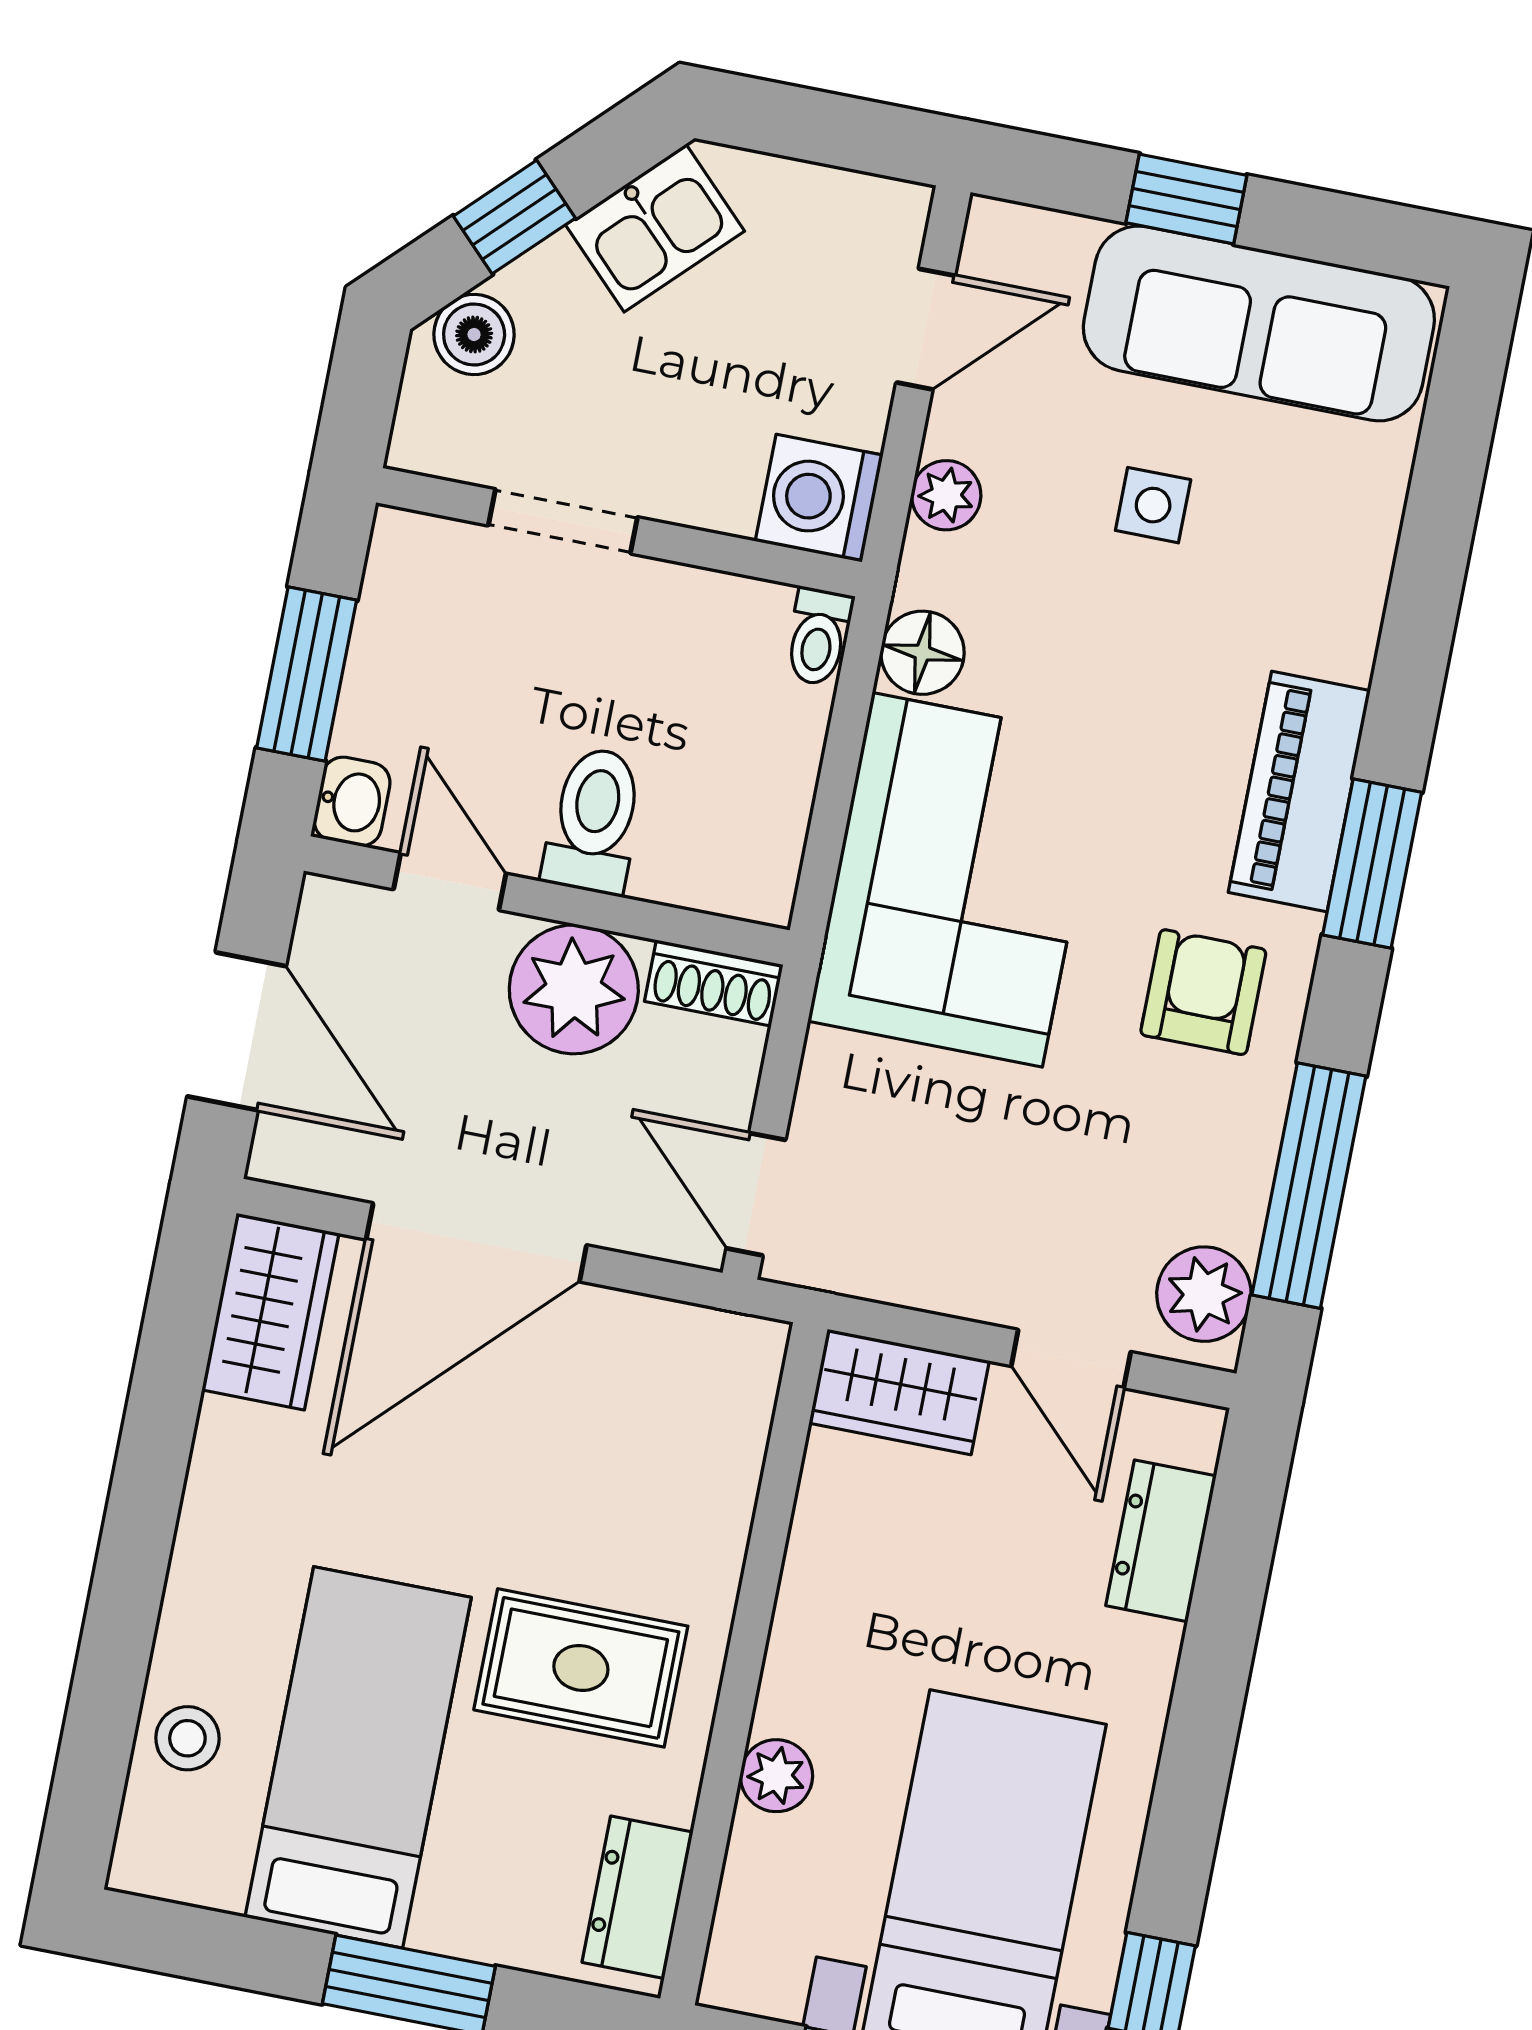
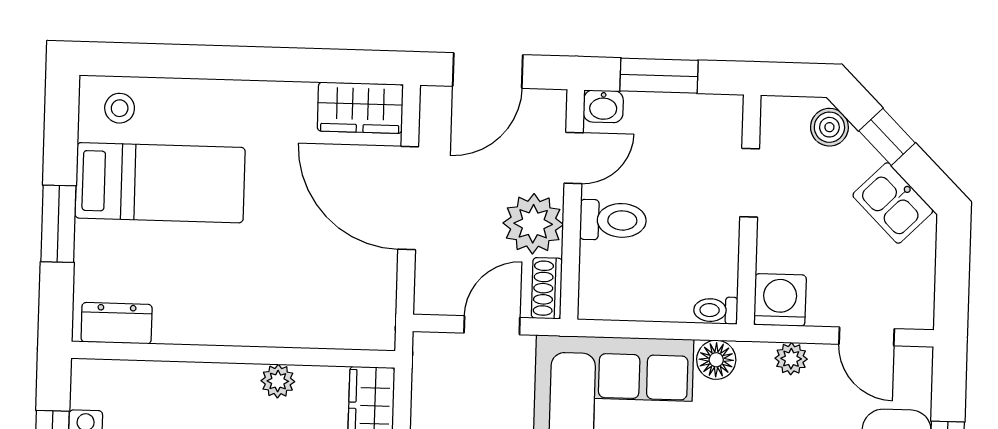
door: (756, 1194) -> (492, 325), moved
rug: (581, 1668) -> (219, 279), removed
stool: (187, 1738) -> (120, 108), moved
plant: (776, 1776) -> (278, 381), moved

